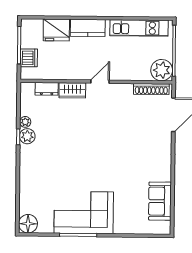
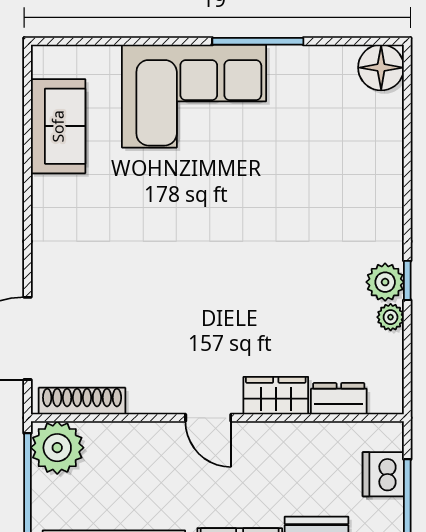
door: (100, 82) -> (208, 418), hinge flipped
corner sofa: (84, 213) -> (194, 96), moved

